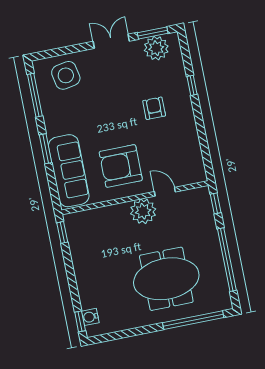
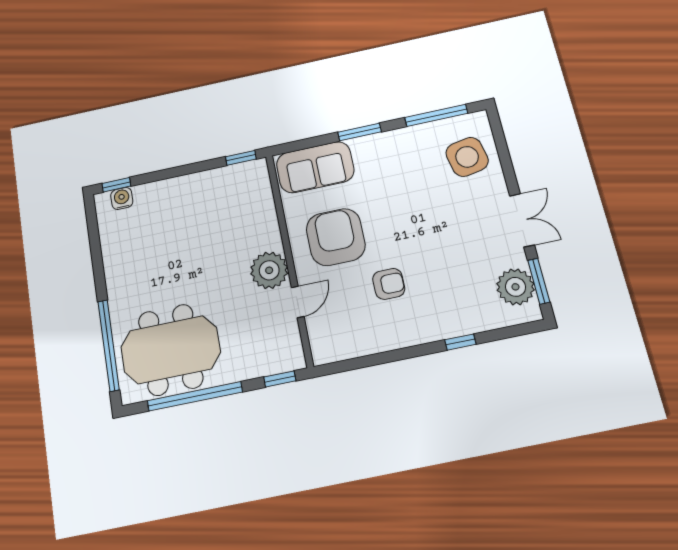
armchair: (154, 108) -> (389, 284), moved
sofa: (69, 171) -> (315, 167), width x0.73
meeting table: (166, 279) -> (171, 350), moved, turned 90

